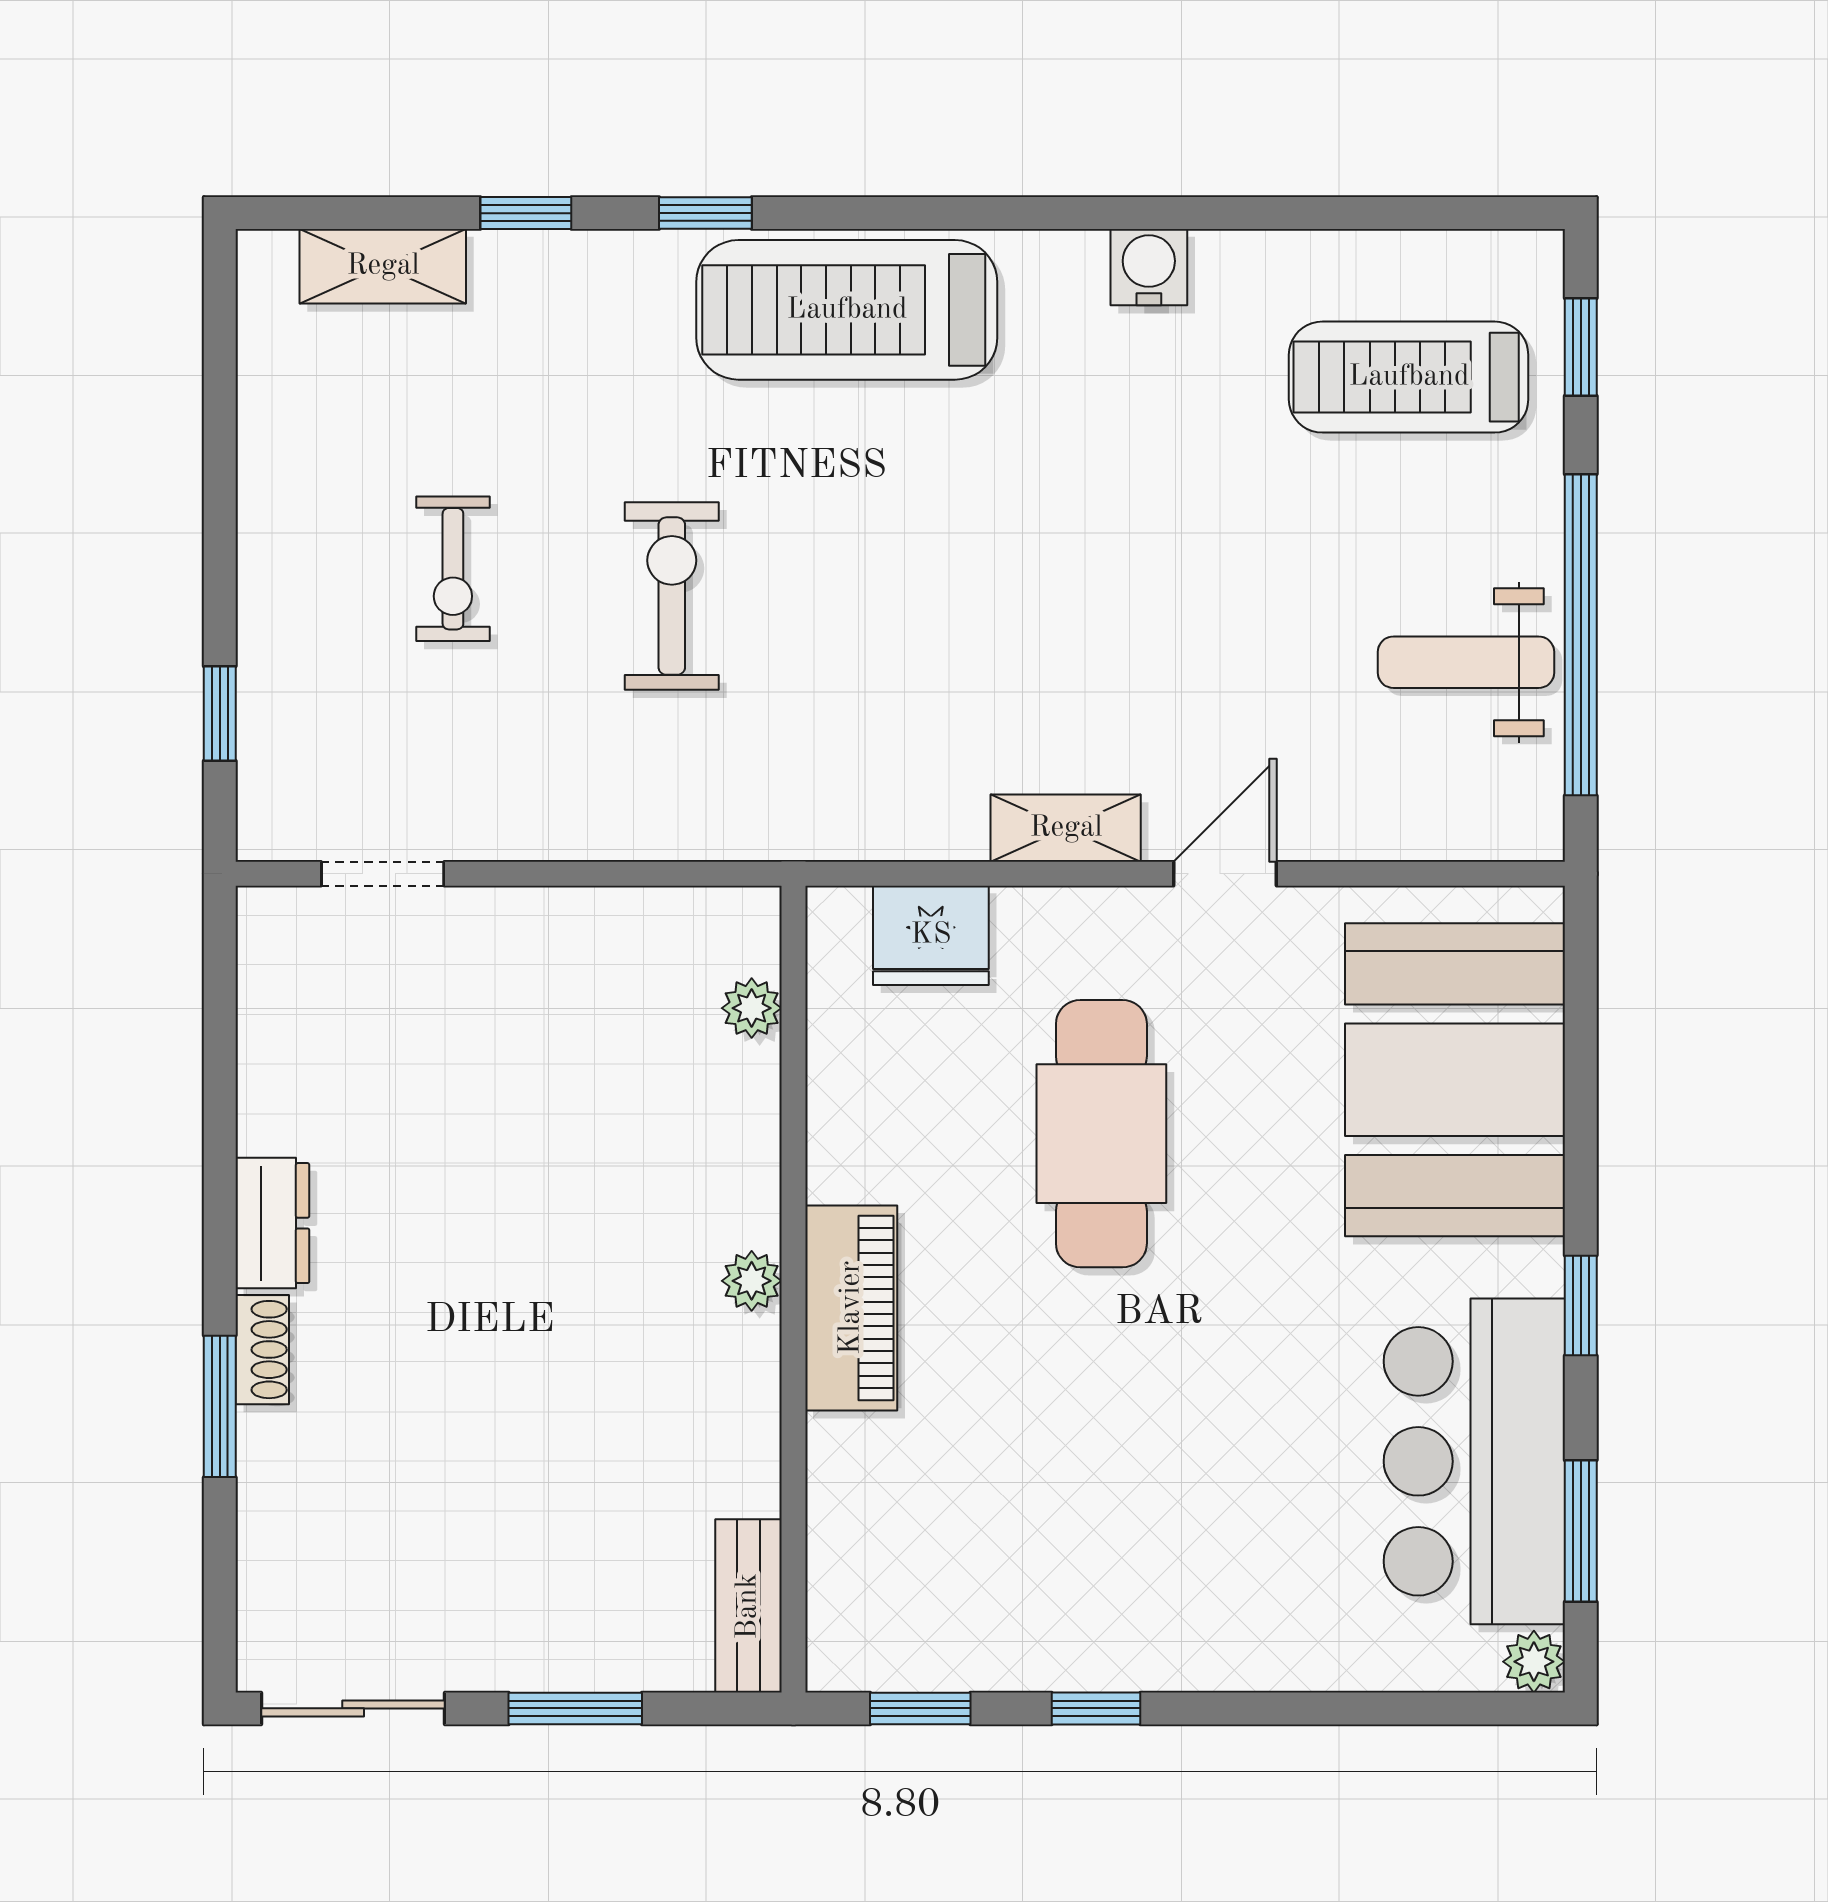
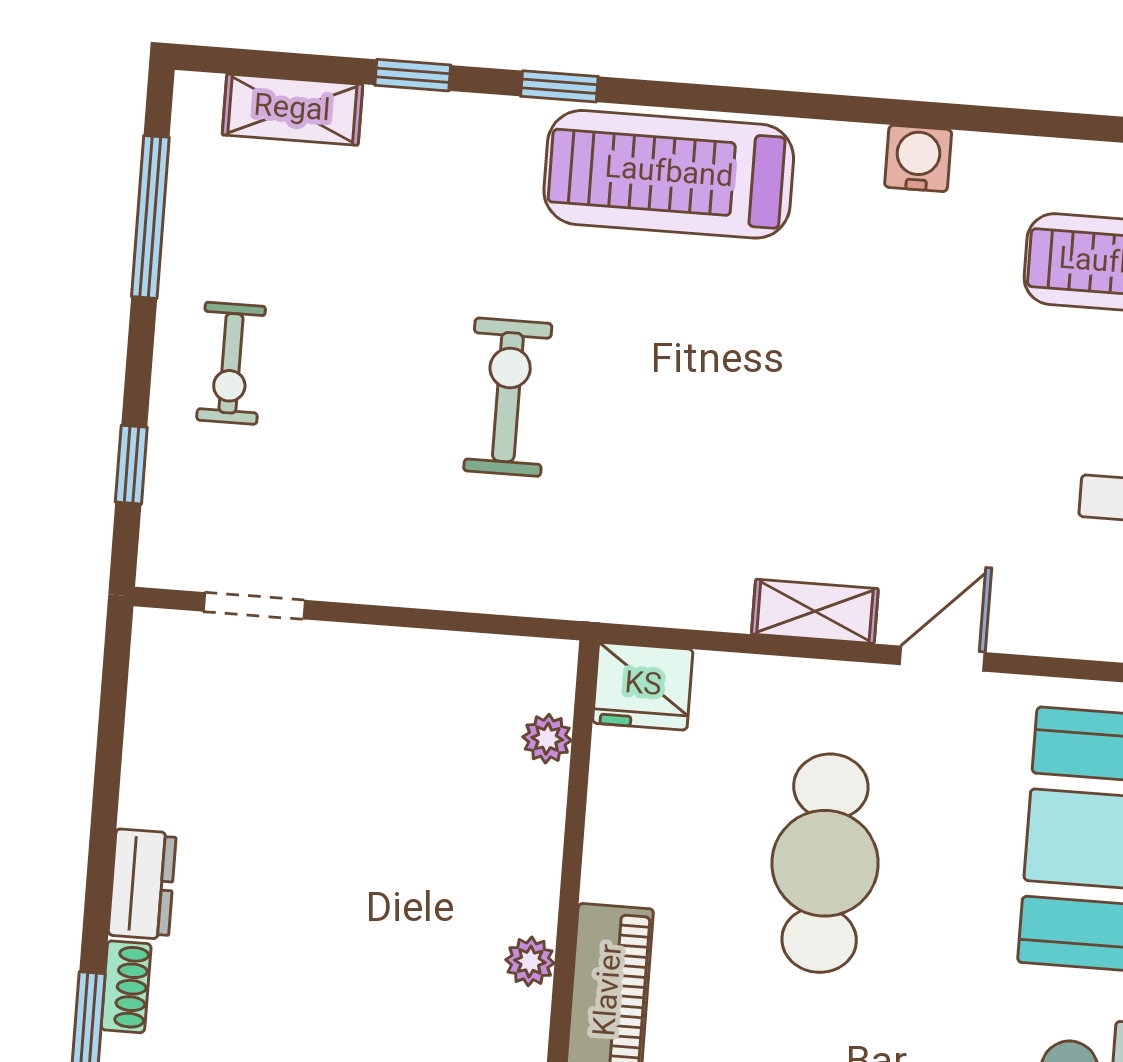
window: (220, 410) -> (150, 217), added
exercise bike: (453, 569) -> (231, 363), moved
fridge: (931, 935) -> (643, 686), moved

